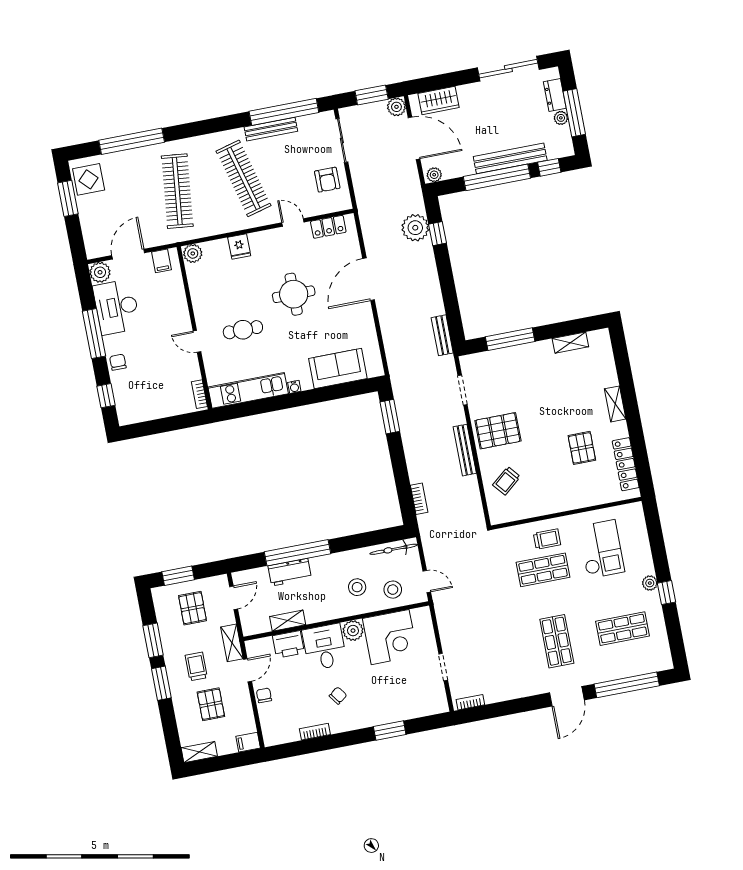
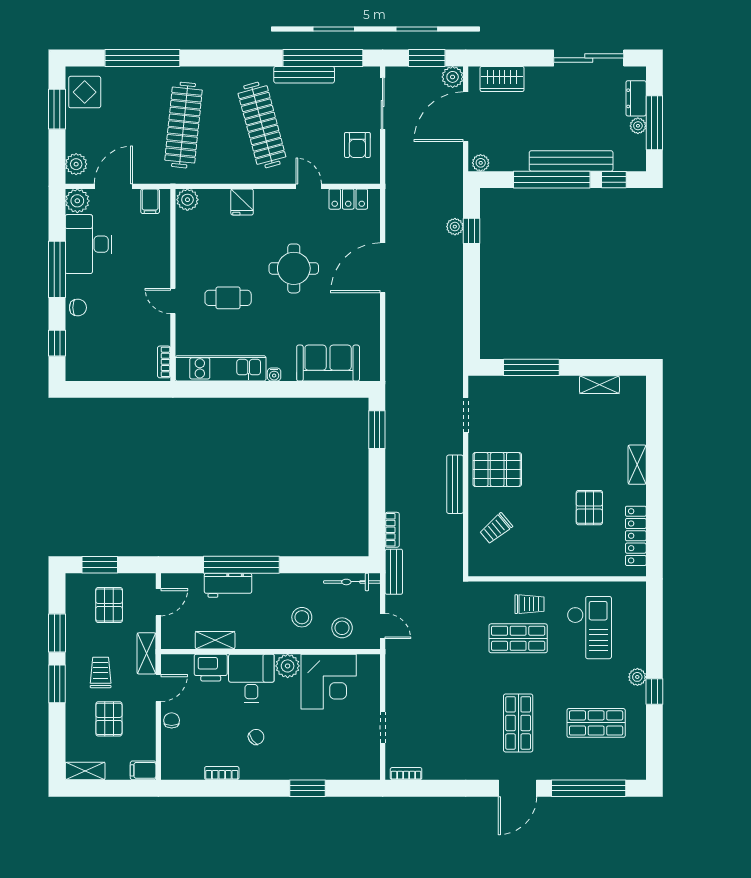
door: (414, 138) -> (466, 117), swing flipped
plant: (415, 228) -> (455, 227), width x0.53, depth x0.53
plant: (93, 242) -> (76, 164), added
bench: (442, 335) -> (394, 572), moved
chair: (118, 362) -> (78, 308), turned 90

